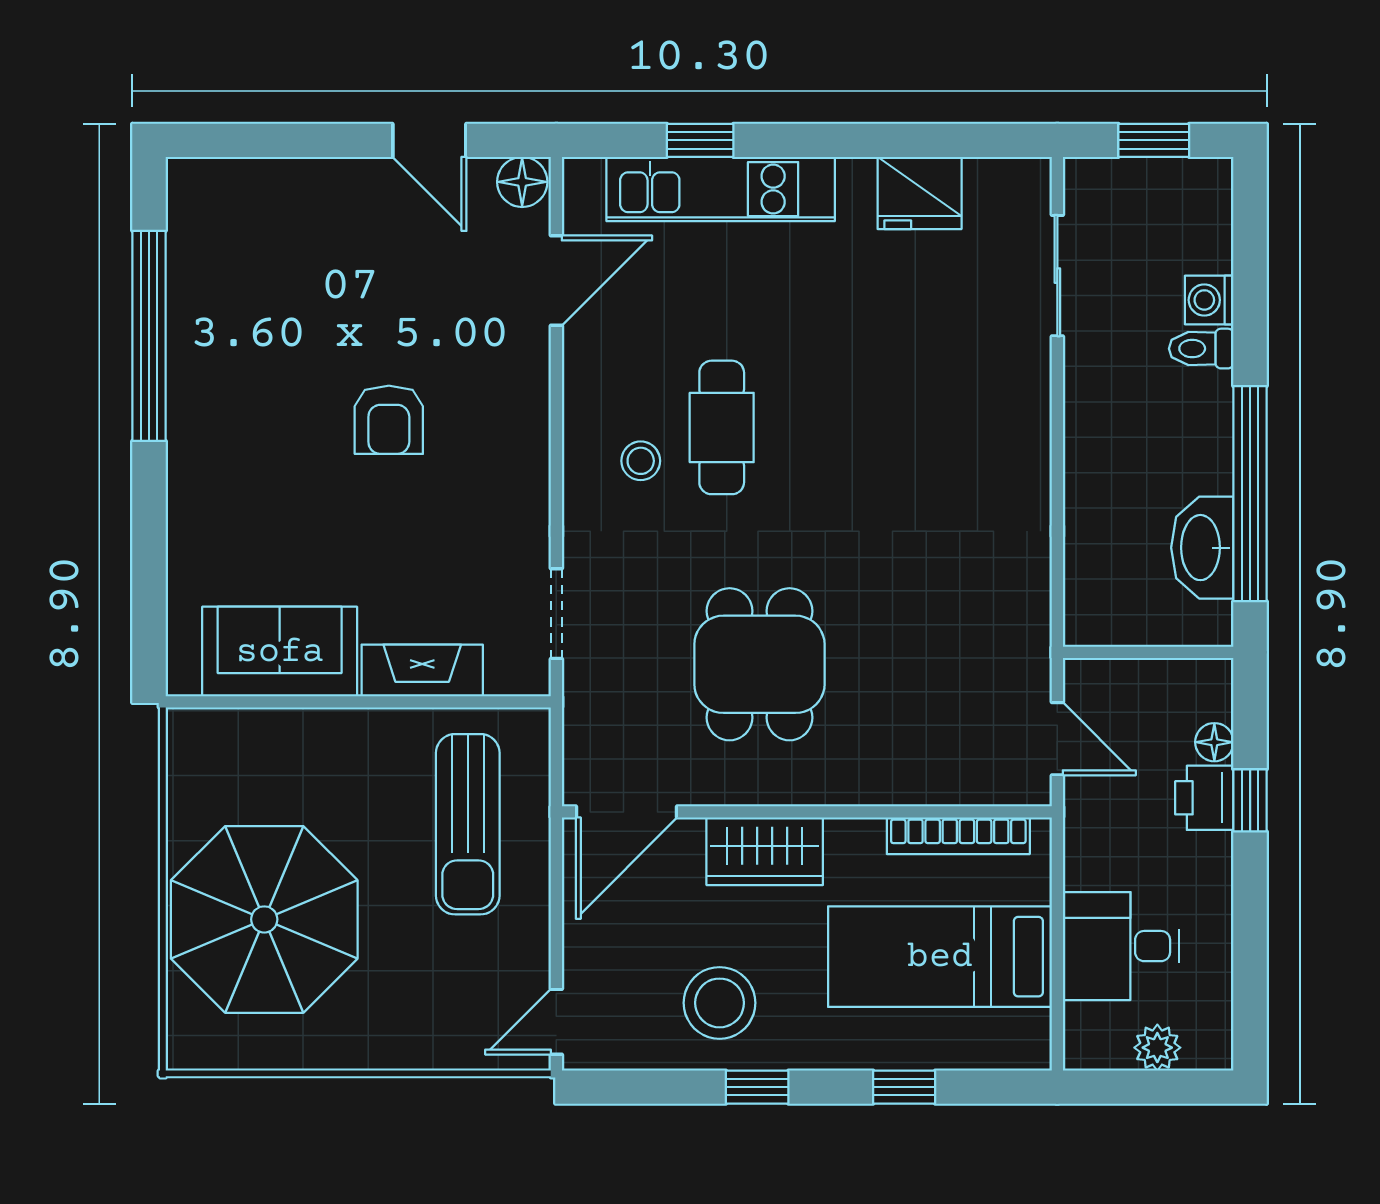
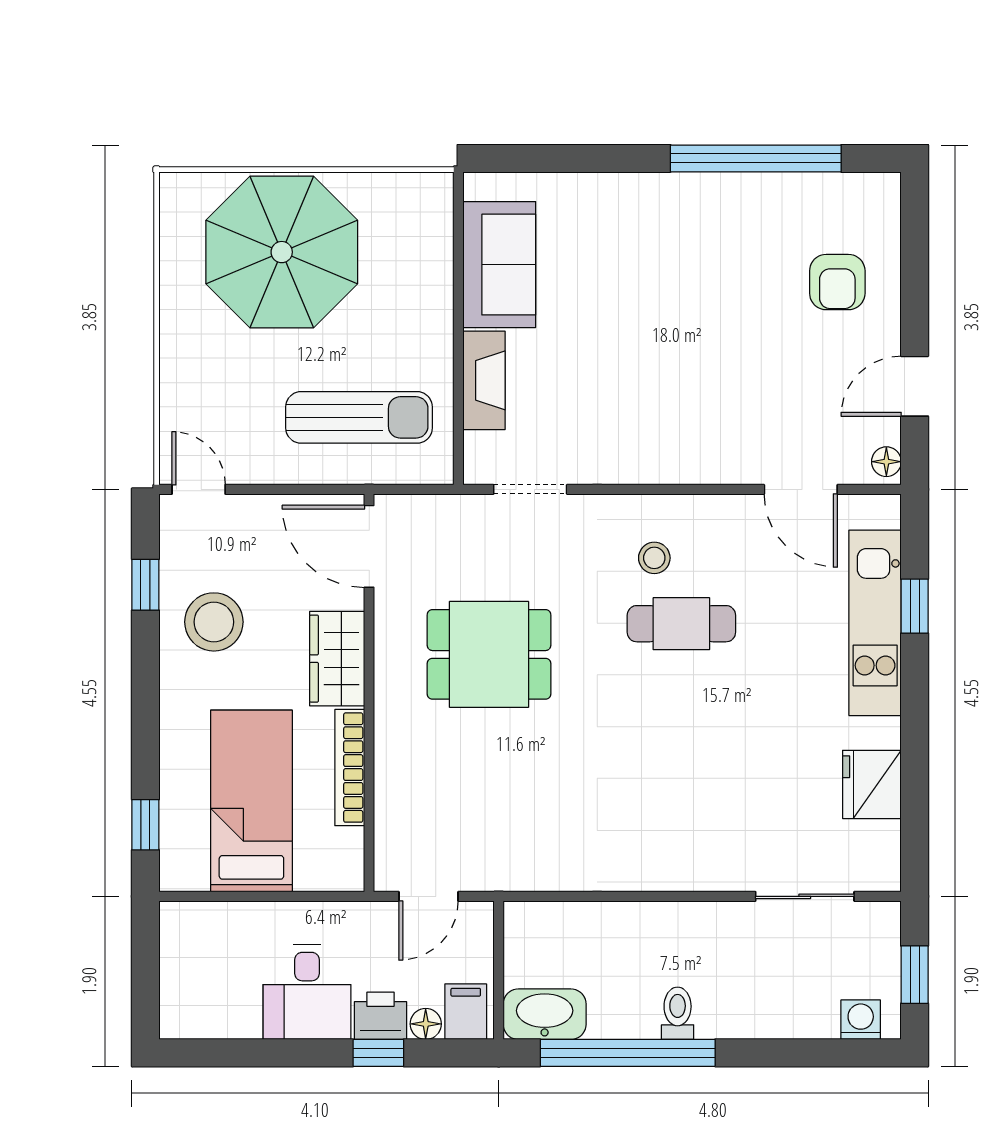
floor lamp: (522, 182) -> (886, 462), width x0.73, depth x0.73
washing machine: (1209, 300) -> (861, 1020), moved
toilet: (1201, 349) -> (678, 1013), moved
armchair: (389, 420) -> (837, 282), moved, turned -90
washbasin: (1202, 548) -> (545, 1014), moved
filing cabinet: (1199, 693) -> (466, 1012), added
sun lounger: (468, 824) -> (359, 417), turned 180
bookcase: (958, 836) -> (350, 768), moved
desk: (1121, 946) -> (307, 992), moved, turned 180
plant: (1157, 1048) -> (178, 978), removed
window: (757, 1087) -> (145, 585), moved
window: (904, 1087) -> (145, 825), moved

